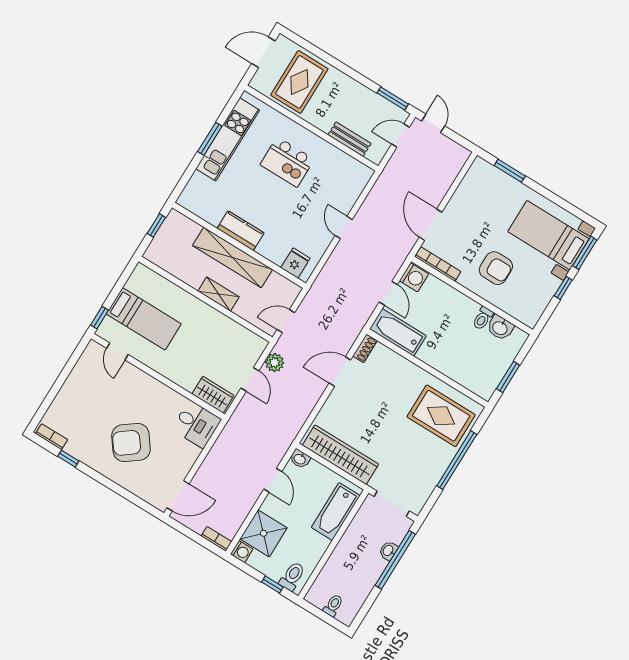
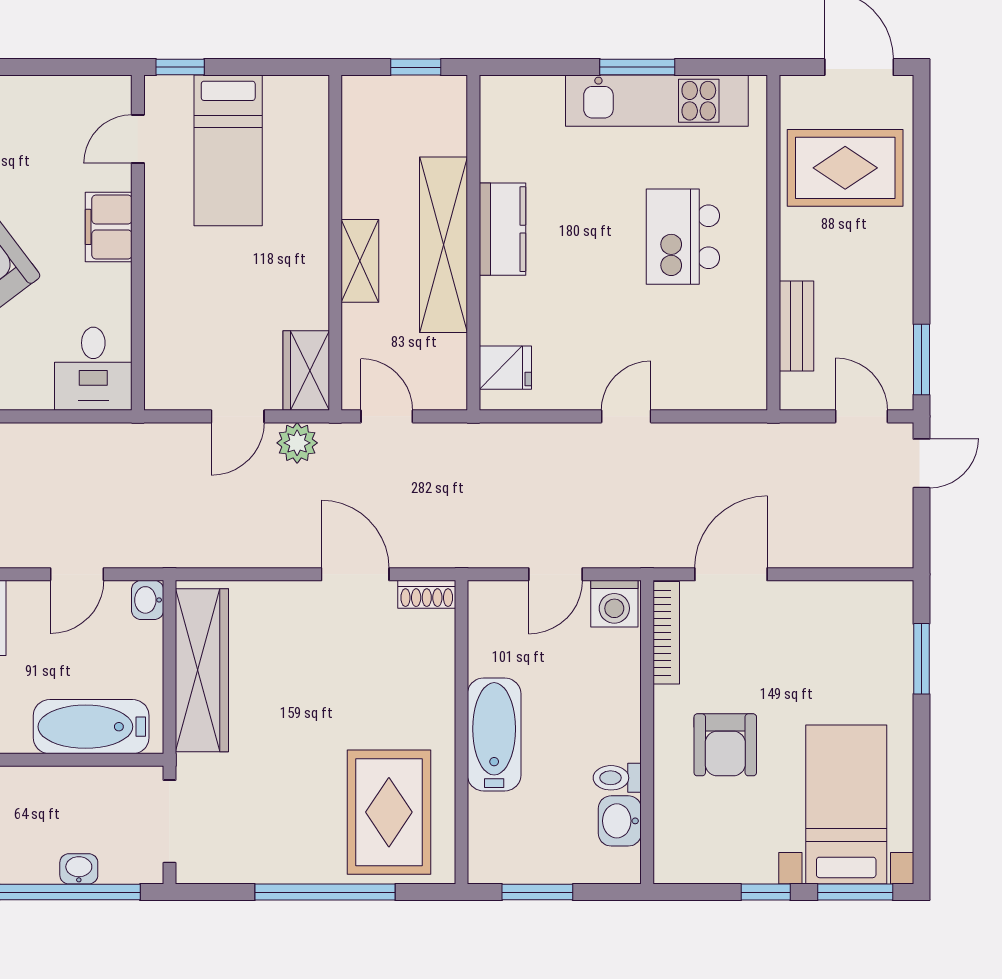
bathtub: (398, 332) -> (494, 734), moved
filing cabinet: (145, 384) -> (109, 227), added
wardrobe: (213, 395) -> (306, 371), moved, turned 180

